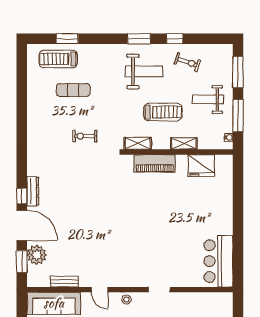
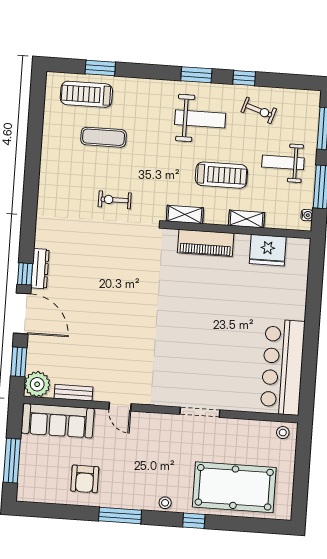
plant: (37, 255) -> (37, 384), moved
bar counter: (218, 261) -> (283, 367), width x1.36
doorway: (159, 290) -> (200, 412), width x1.38
stool: (126, 300) -> (283, 433), moved

